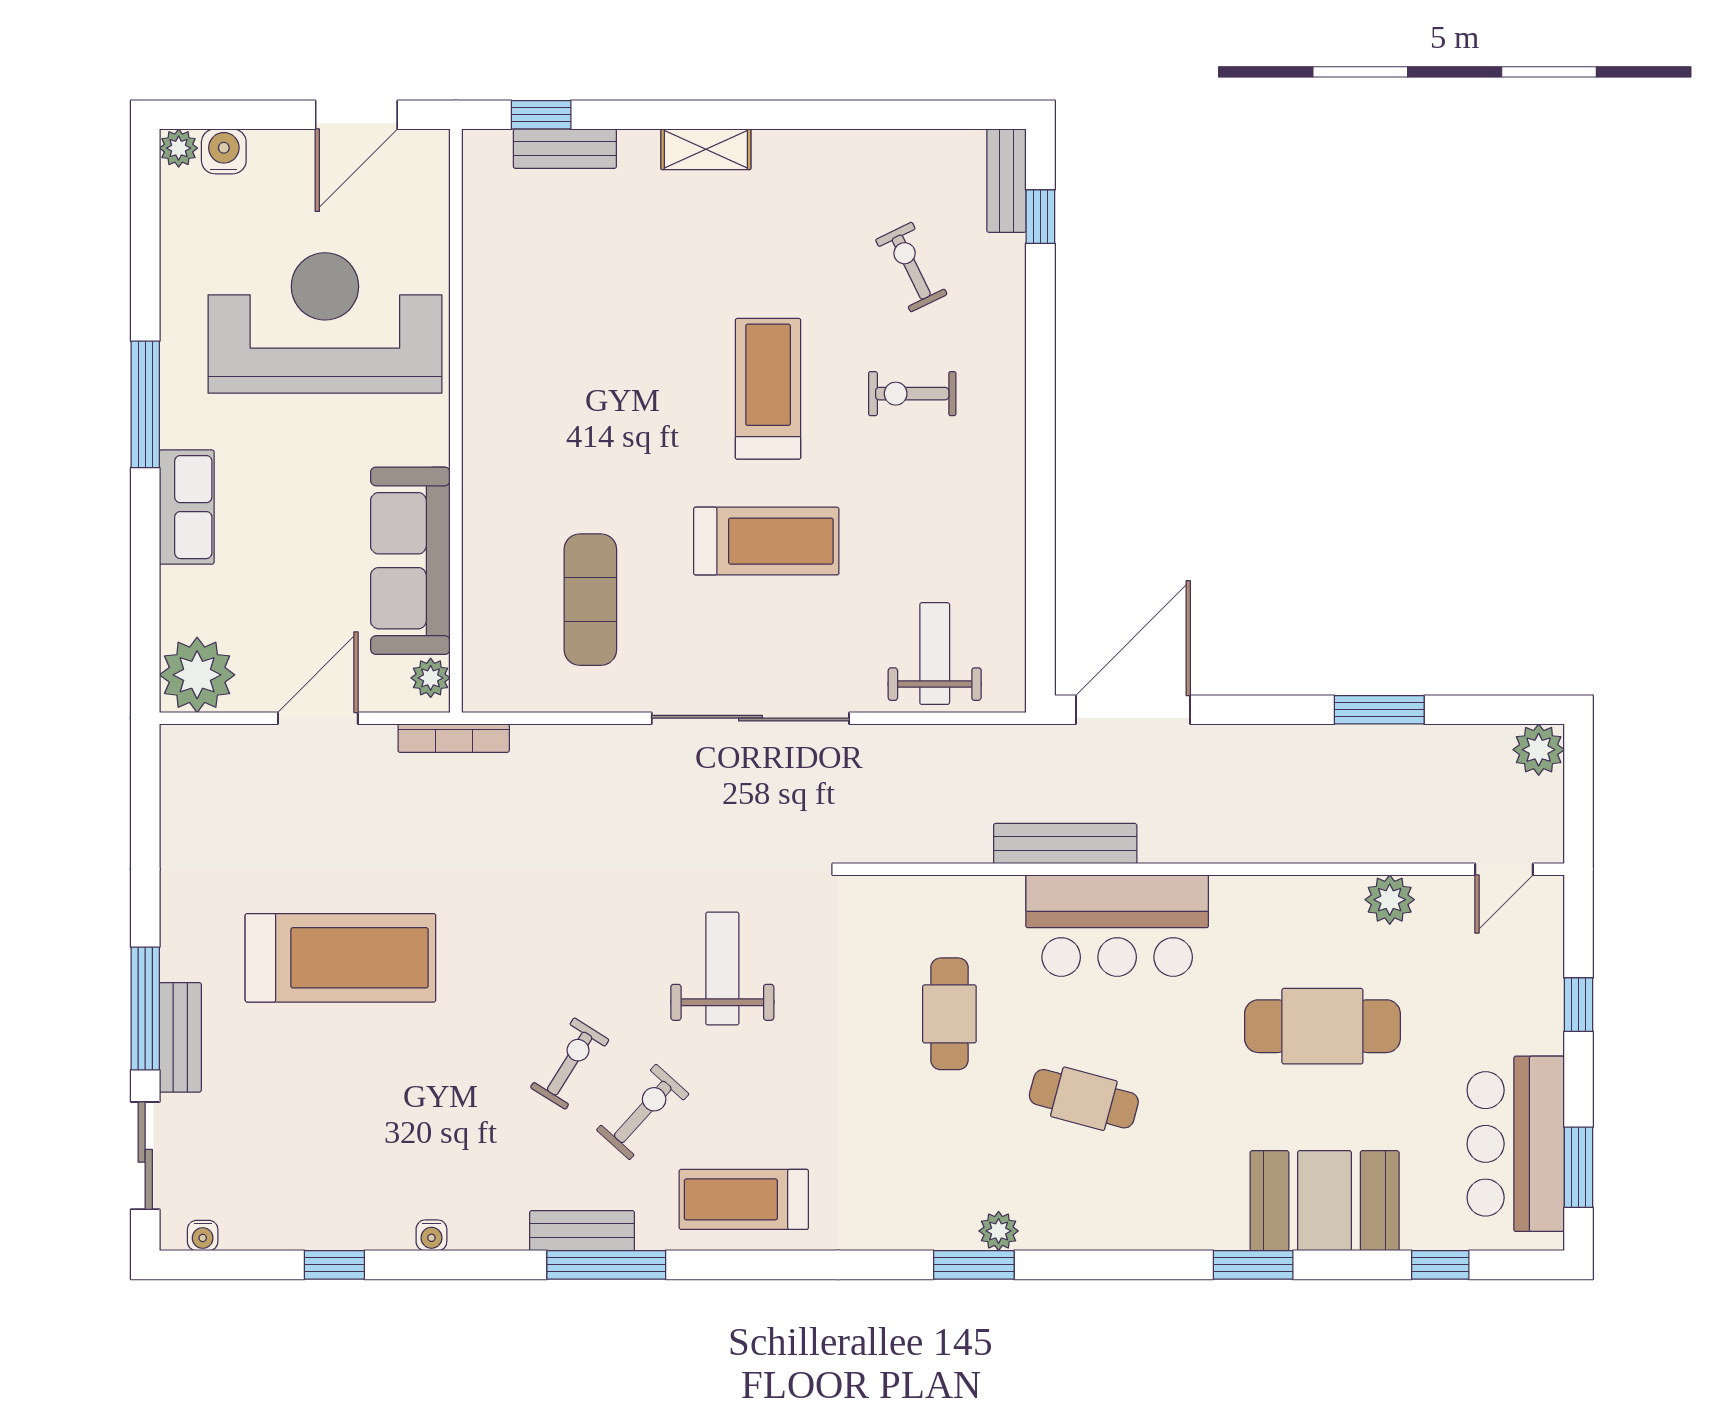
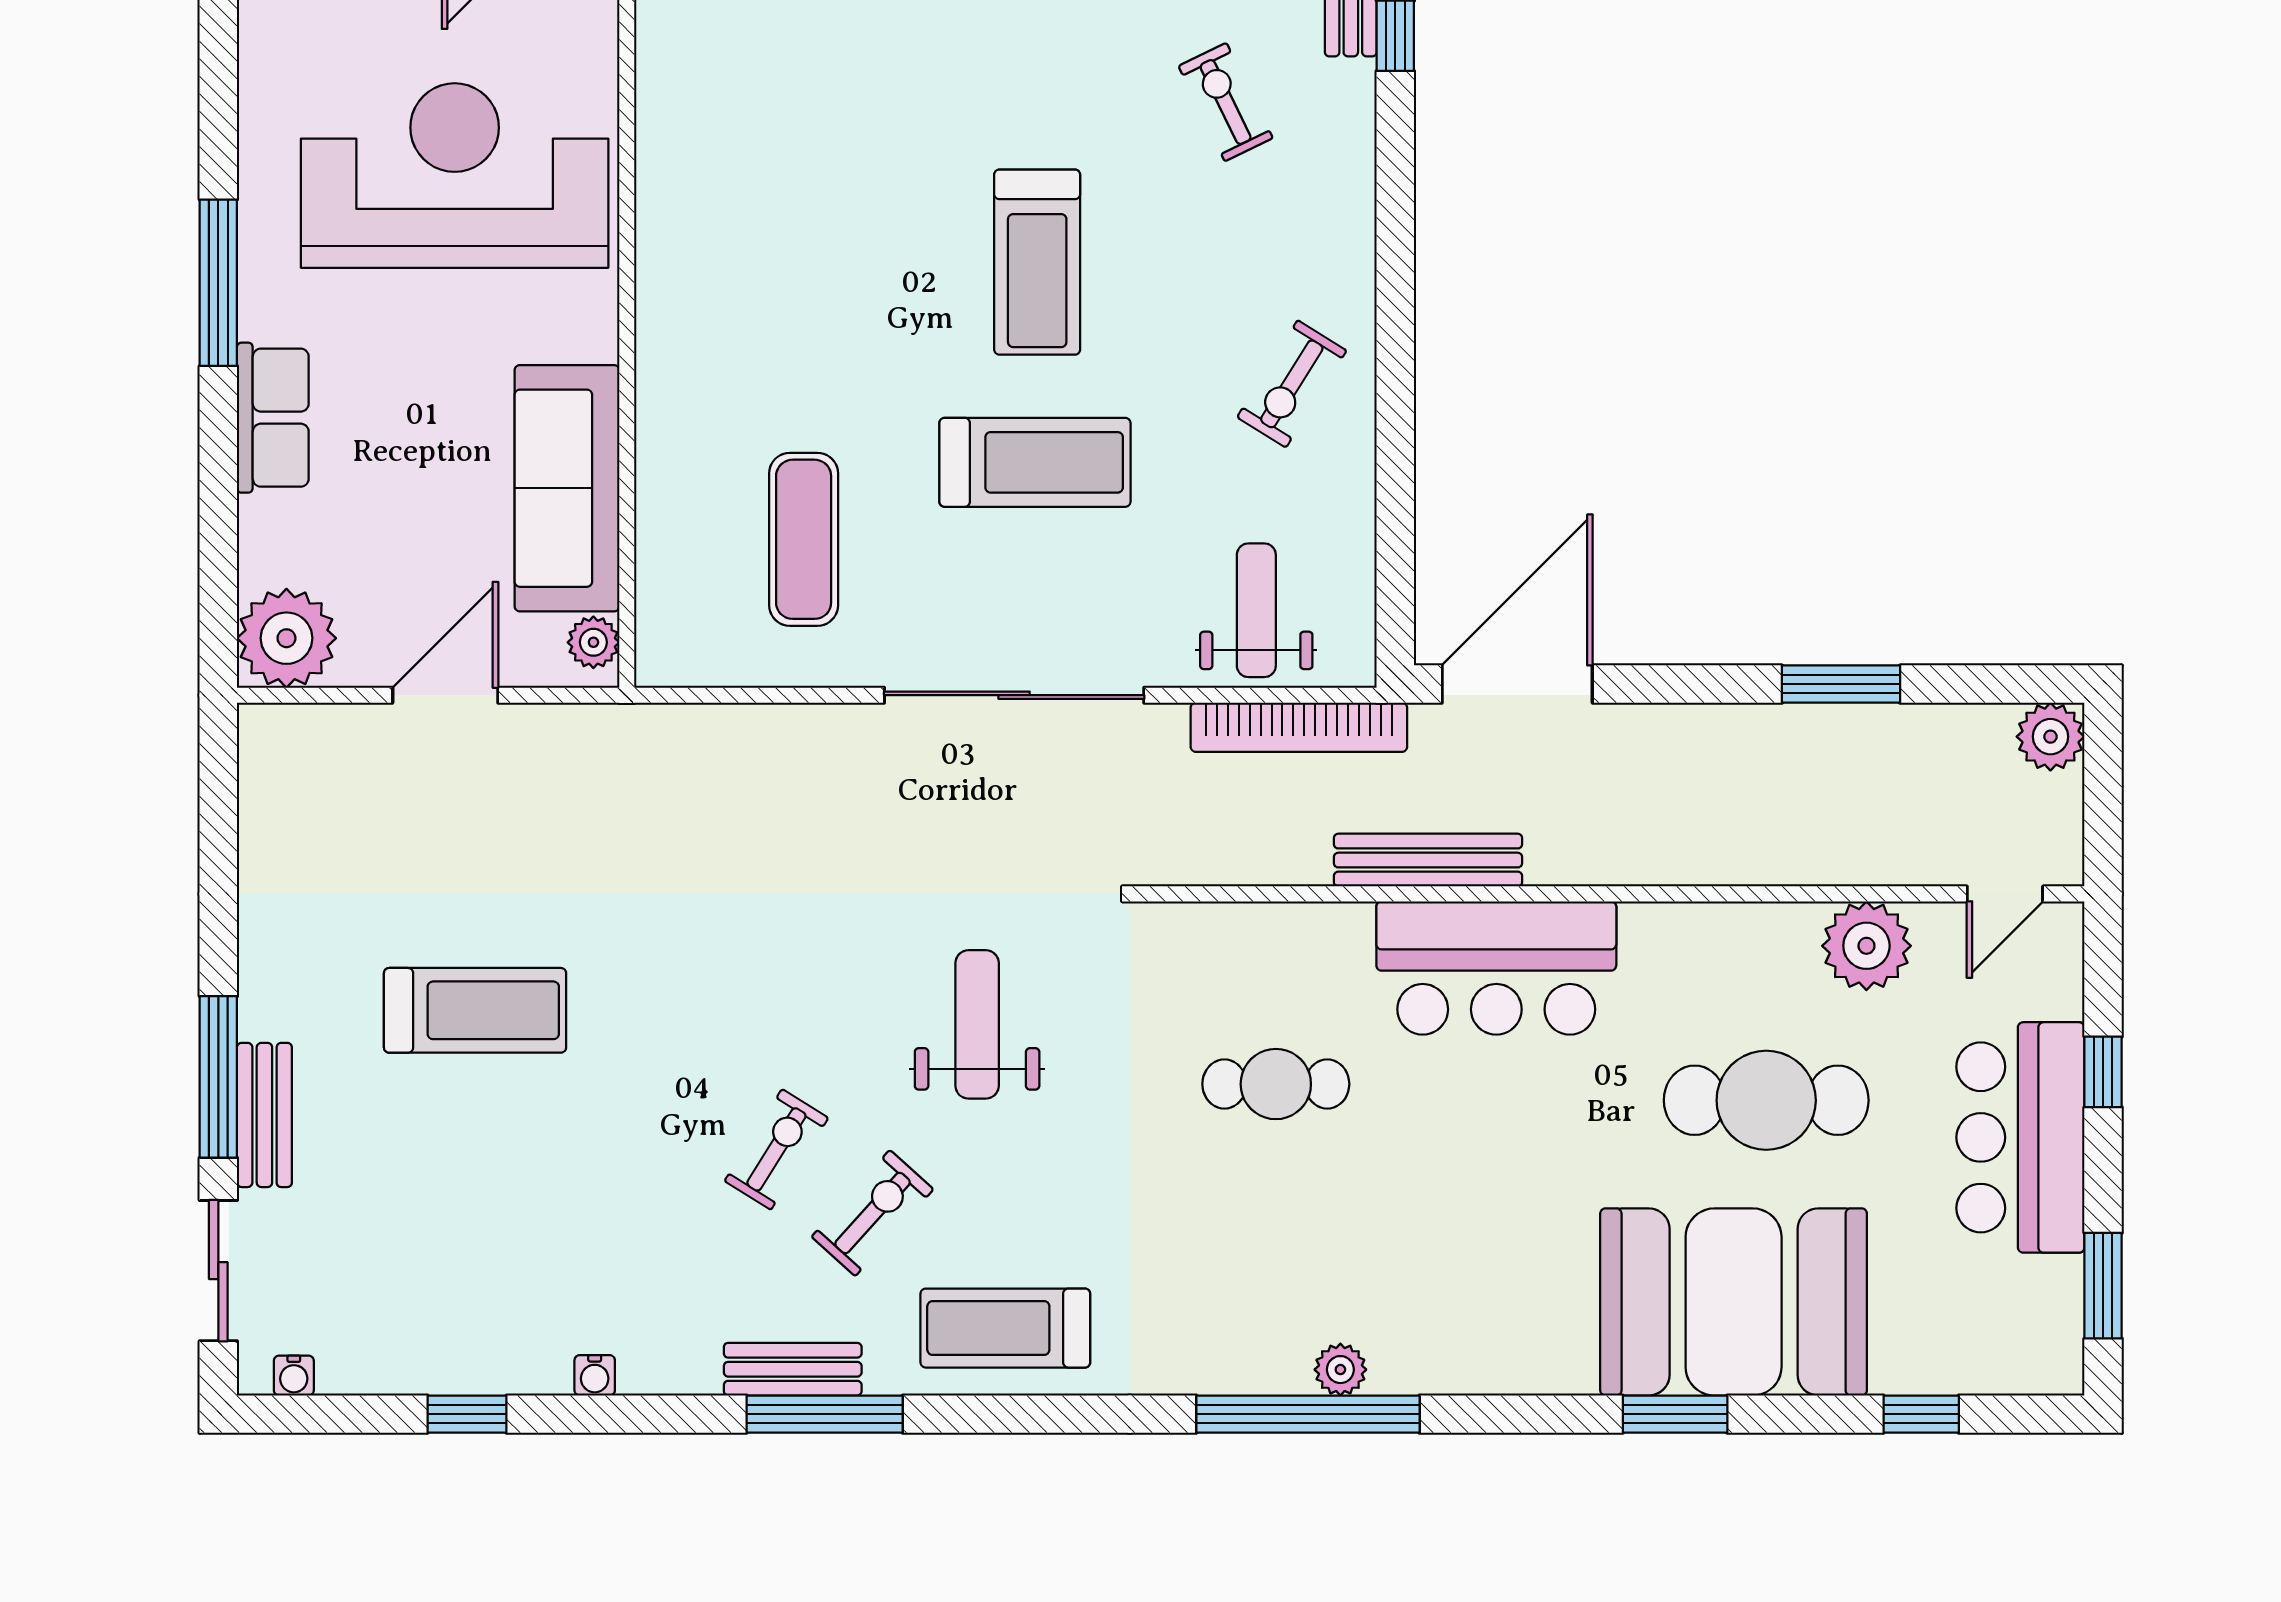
treadmill: (768, 389) -> (1037, 262), turned 180
exercise bike: (912, 394) -> (1292, 384), moved, turned -58
bookcase: (454, 738) -> (1299, 727), moved, width x1.48, depth x1.31
plant: (1390, 900) -> (1866, 946), width x1.36, depth x1.36
treadmill: (340, 958) -> (475, 1010), width x0.73, depth x0.73
cafe table: (949, 1014) -> (1276, 1084), turned 90
cafe table: (1084, 1099) -> (1452, 1196), removed
bar counter: (1516, 1144) -> (2020, 1137), moved
booth: (1325, 1201) -> (1734, 1302), width x1.36, depth x1.42
window: (974, 1265) -> (1308, 1414), width x2.11

